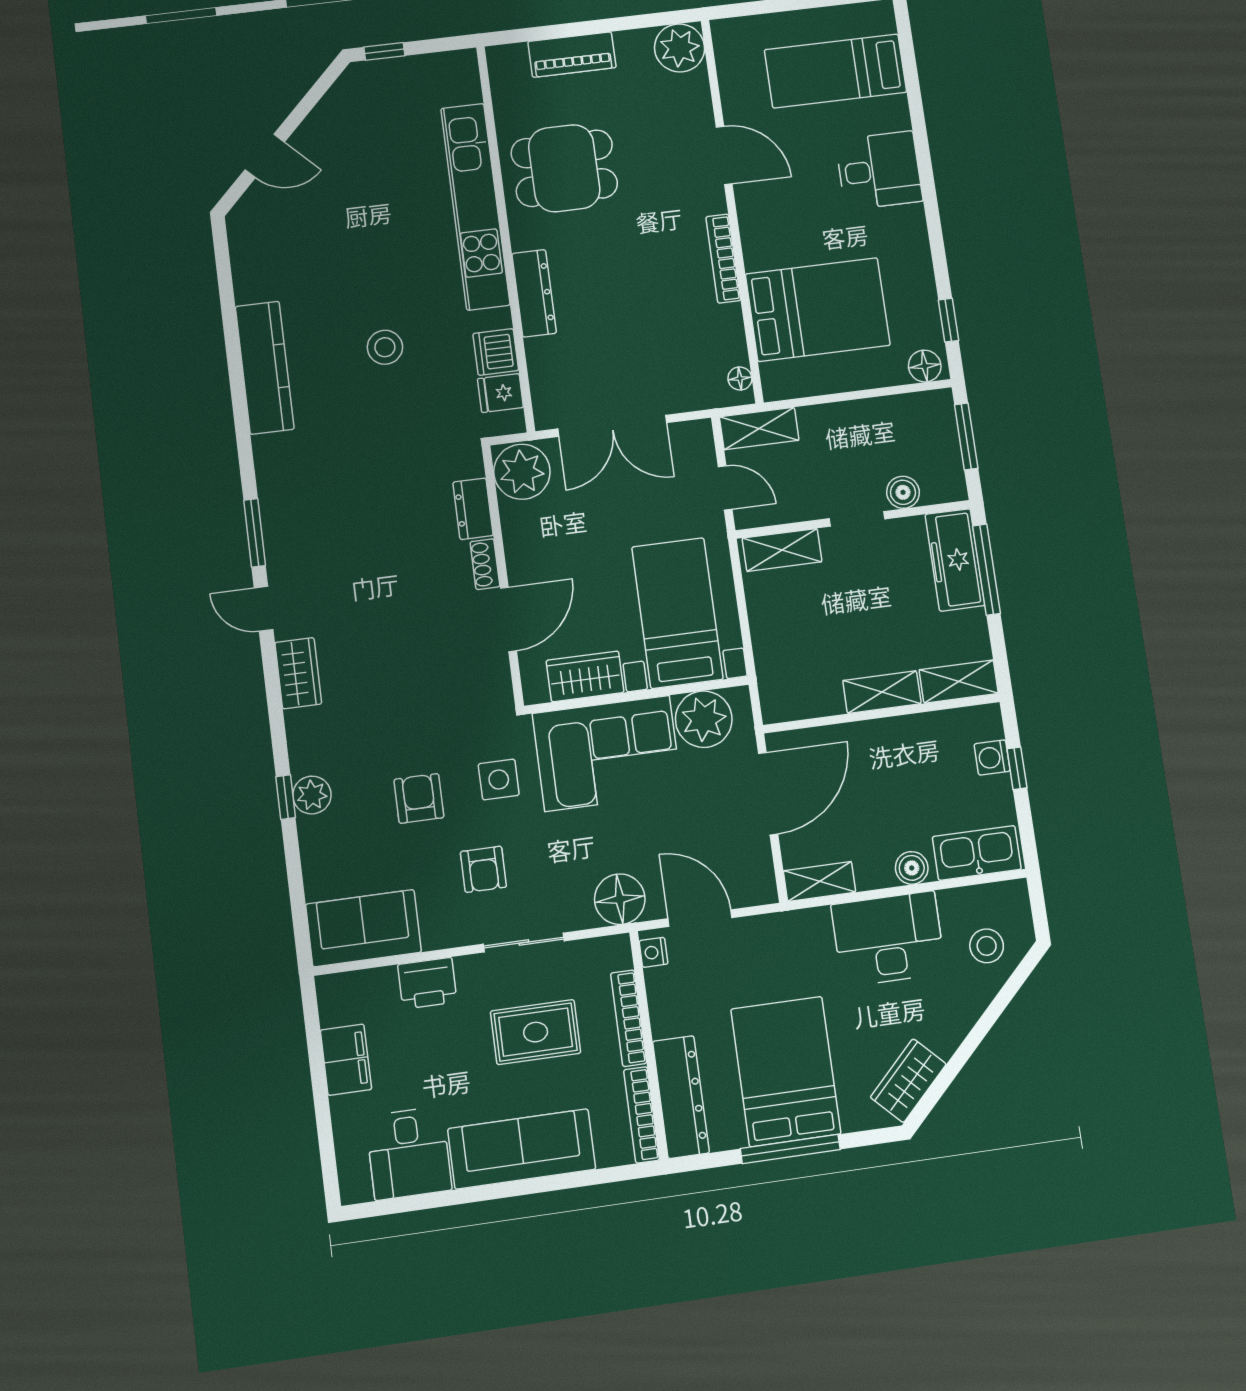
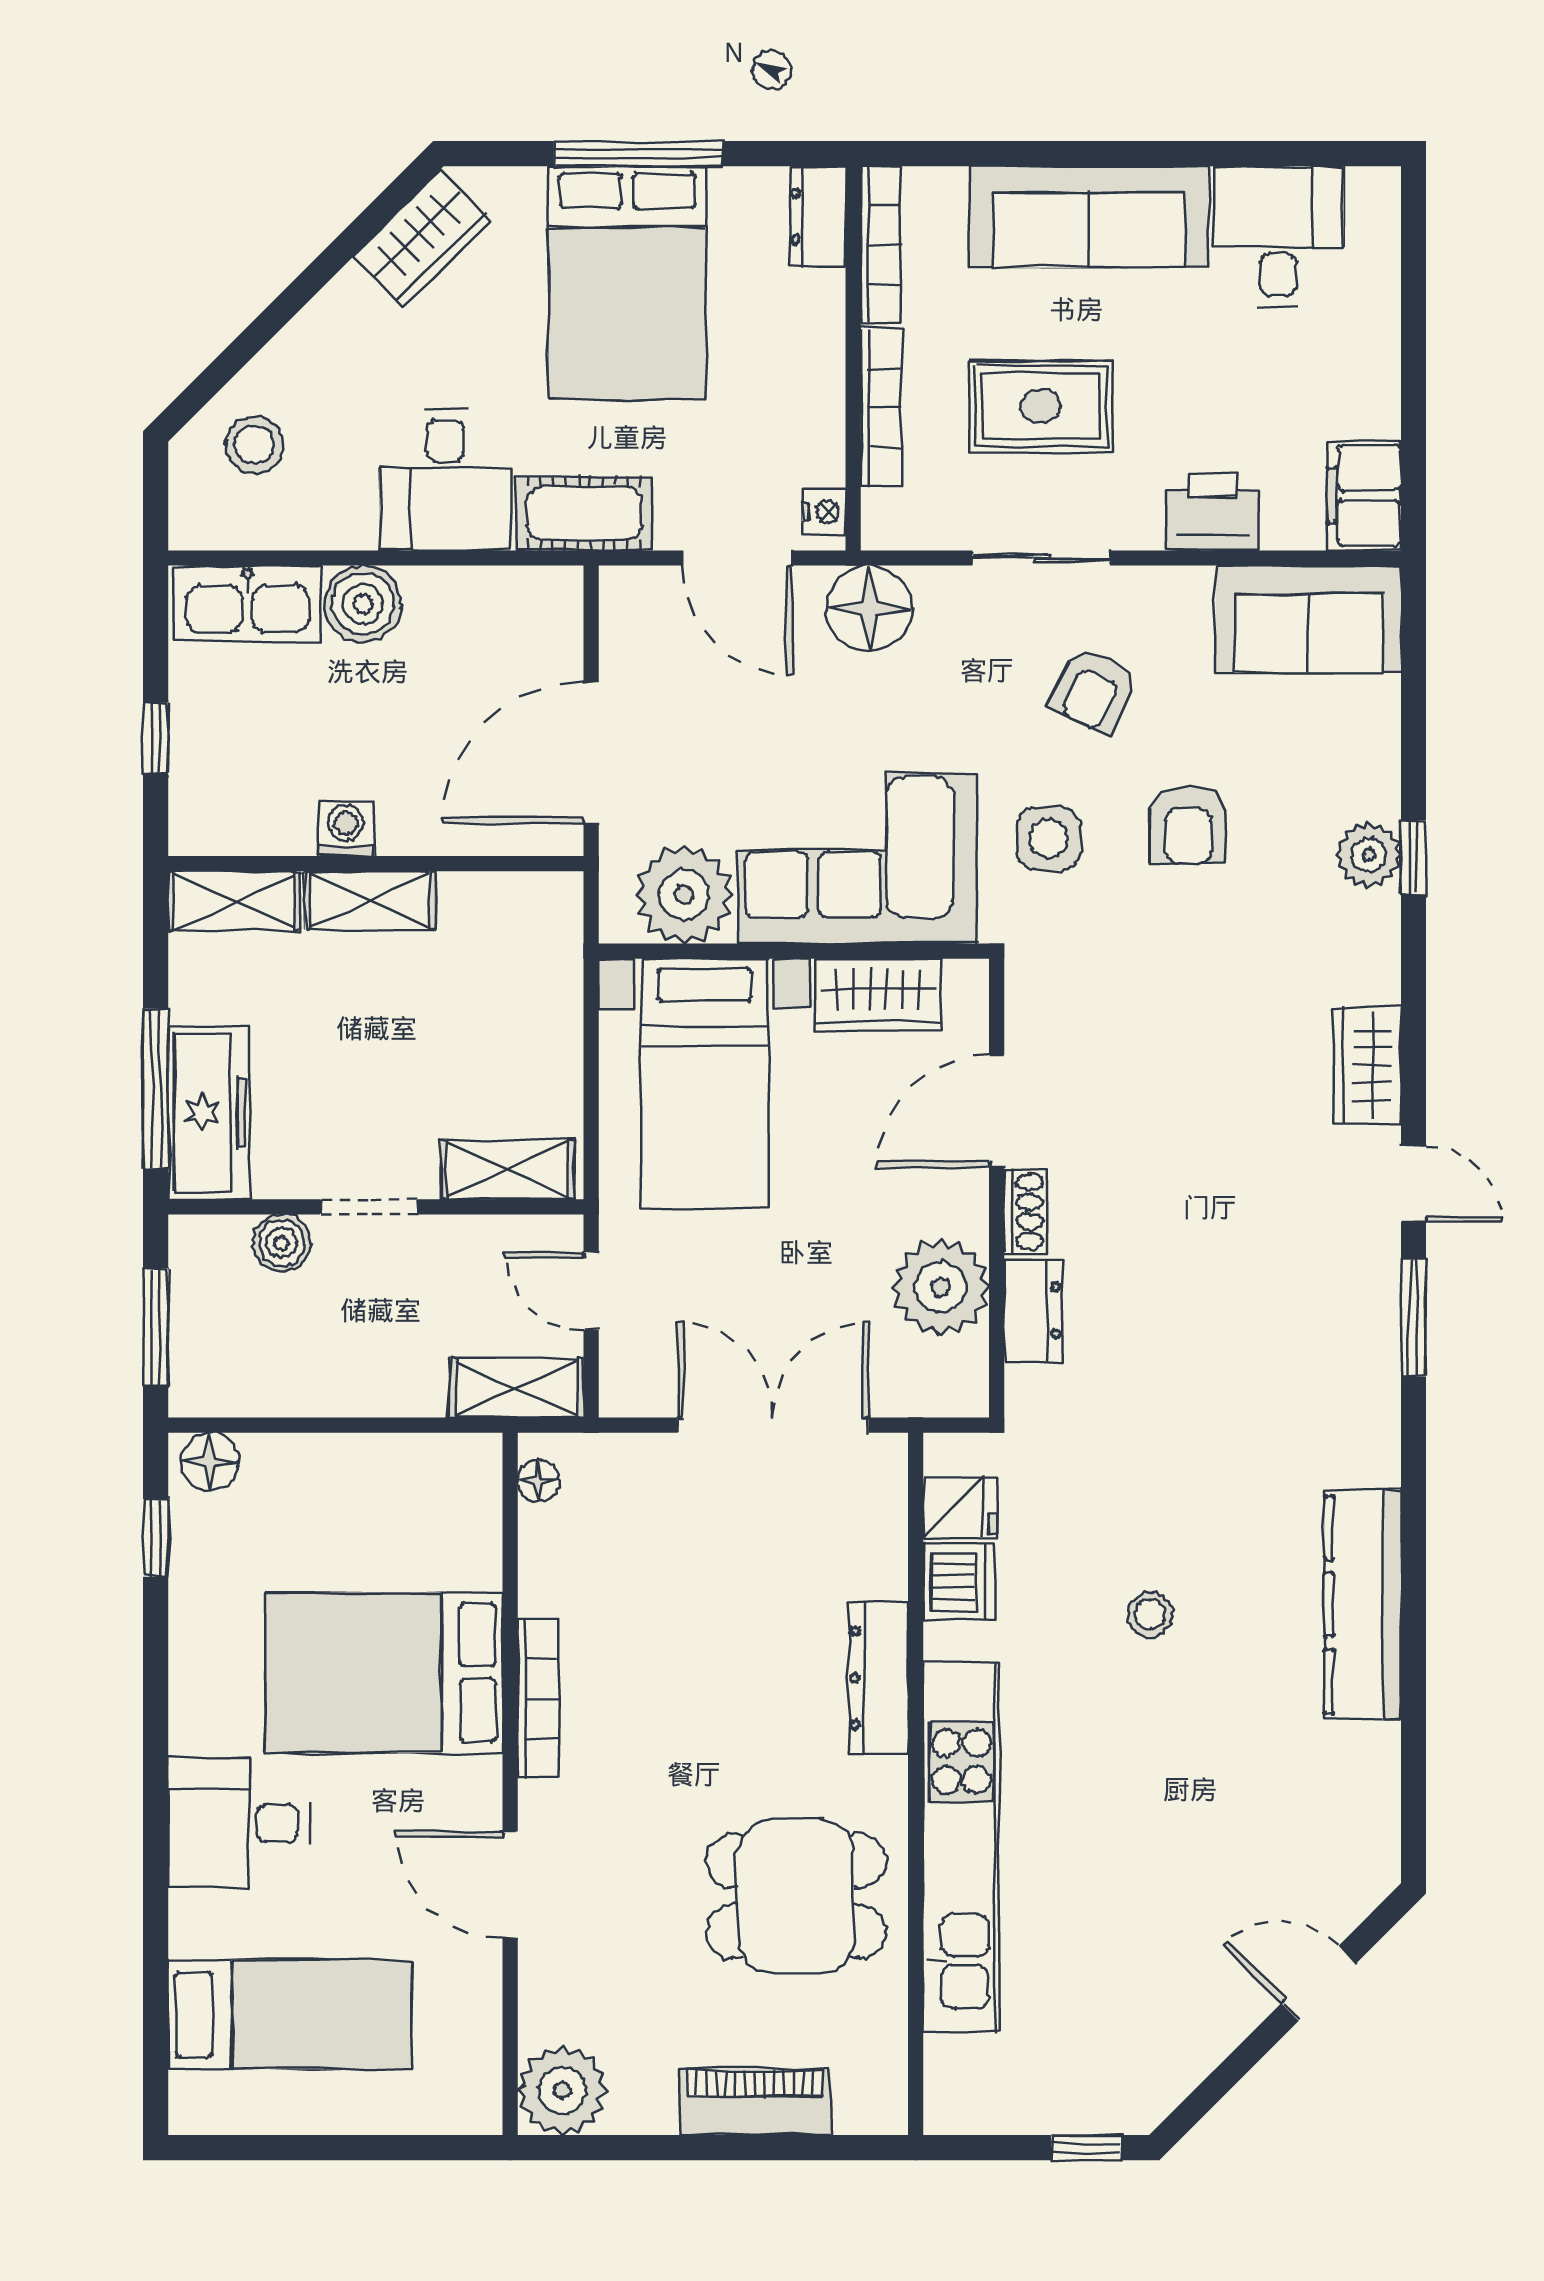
bed: (818, 310) -> (384, 1673), moved
stool: (385, 347) -> (1150, 1615), width x0.73, depth x0.73
plant: (522, 472) -> (940, 1287), moved
washing machine: (992, 757) -> (346, 829), moved, turned -90
boiler: (912, 868) -> (363, 604), width x1.36, depth x1.36
armchair: (483, 869) -> (1094, 690), turned -153
shelving: (820, 881) -> (524, 592), removed
cot: (792, 932) -> (584, 513), added
desk: (888, 939) -> (445, 480), width x0.73
filing cabinet: (346, 1060) -> (1364, 495), moved
dresser: (681, 1097) -> (817, 217), width x0.51, depth x0.80

